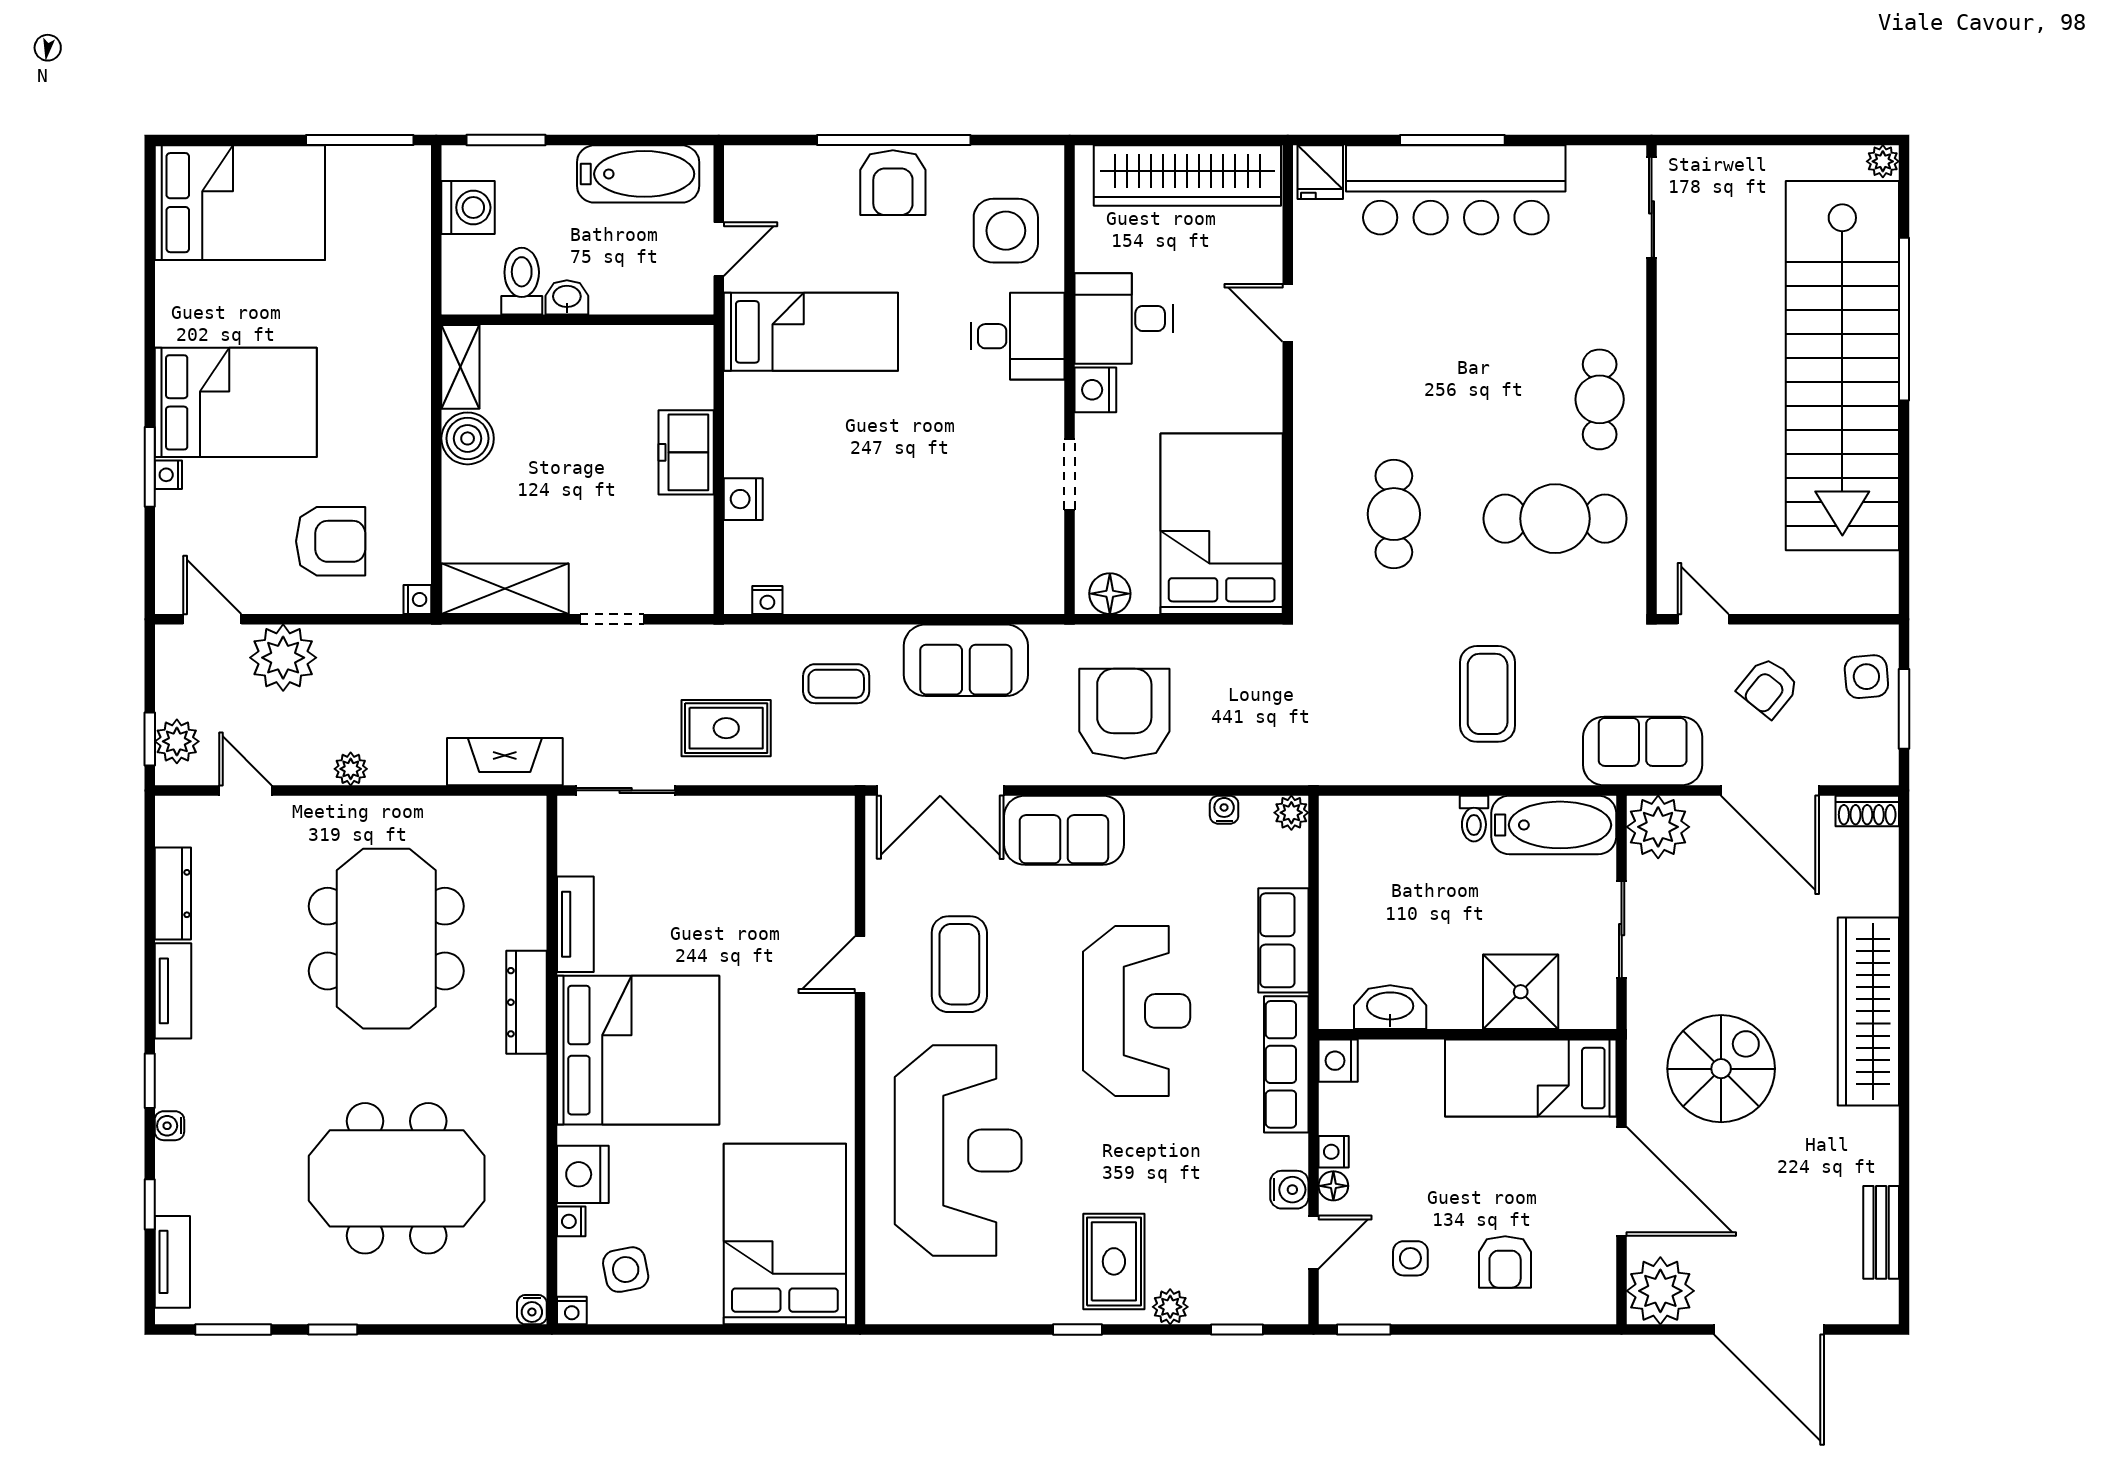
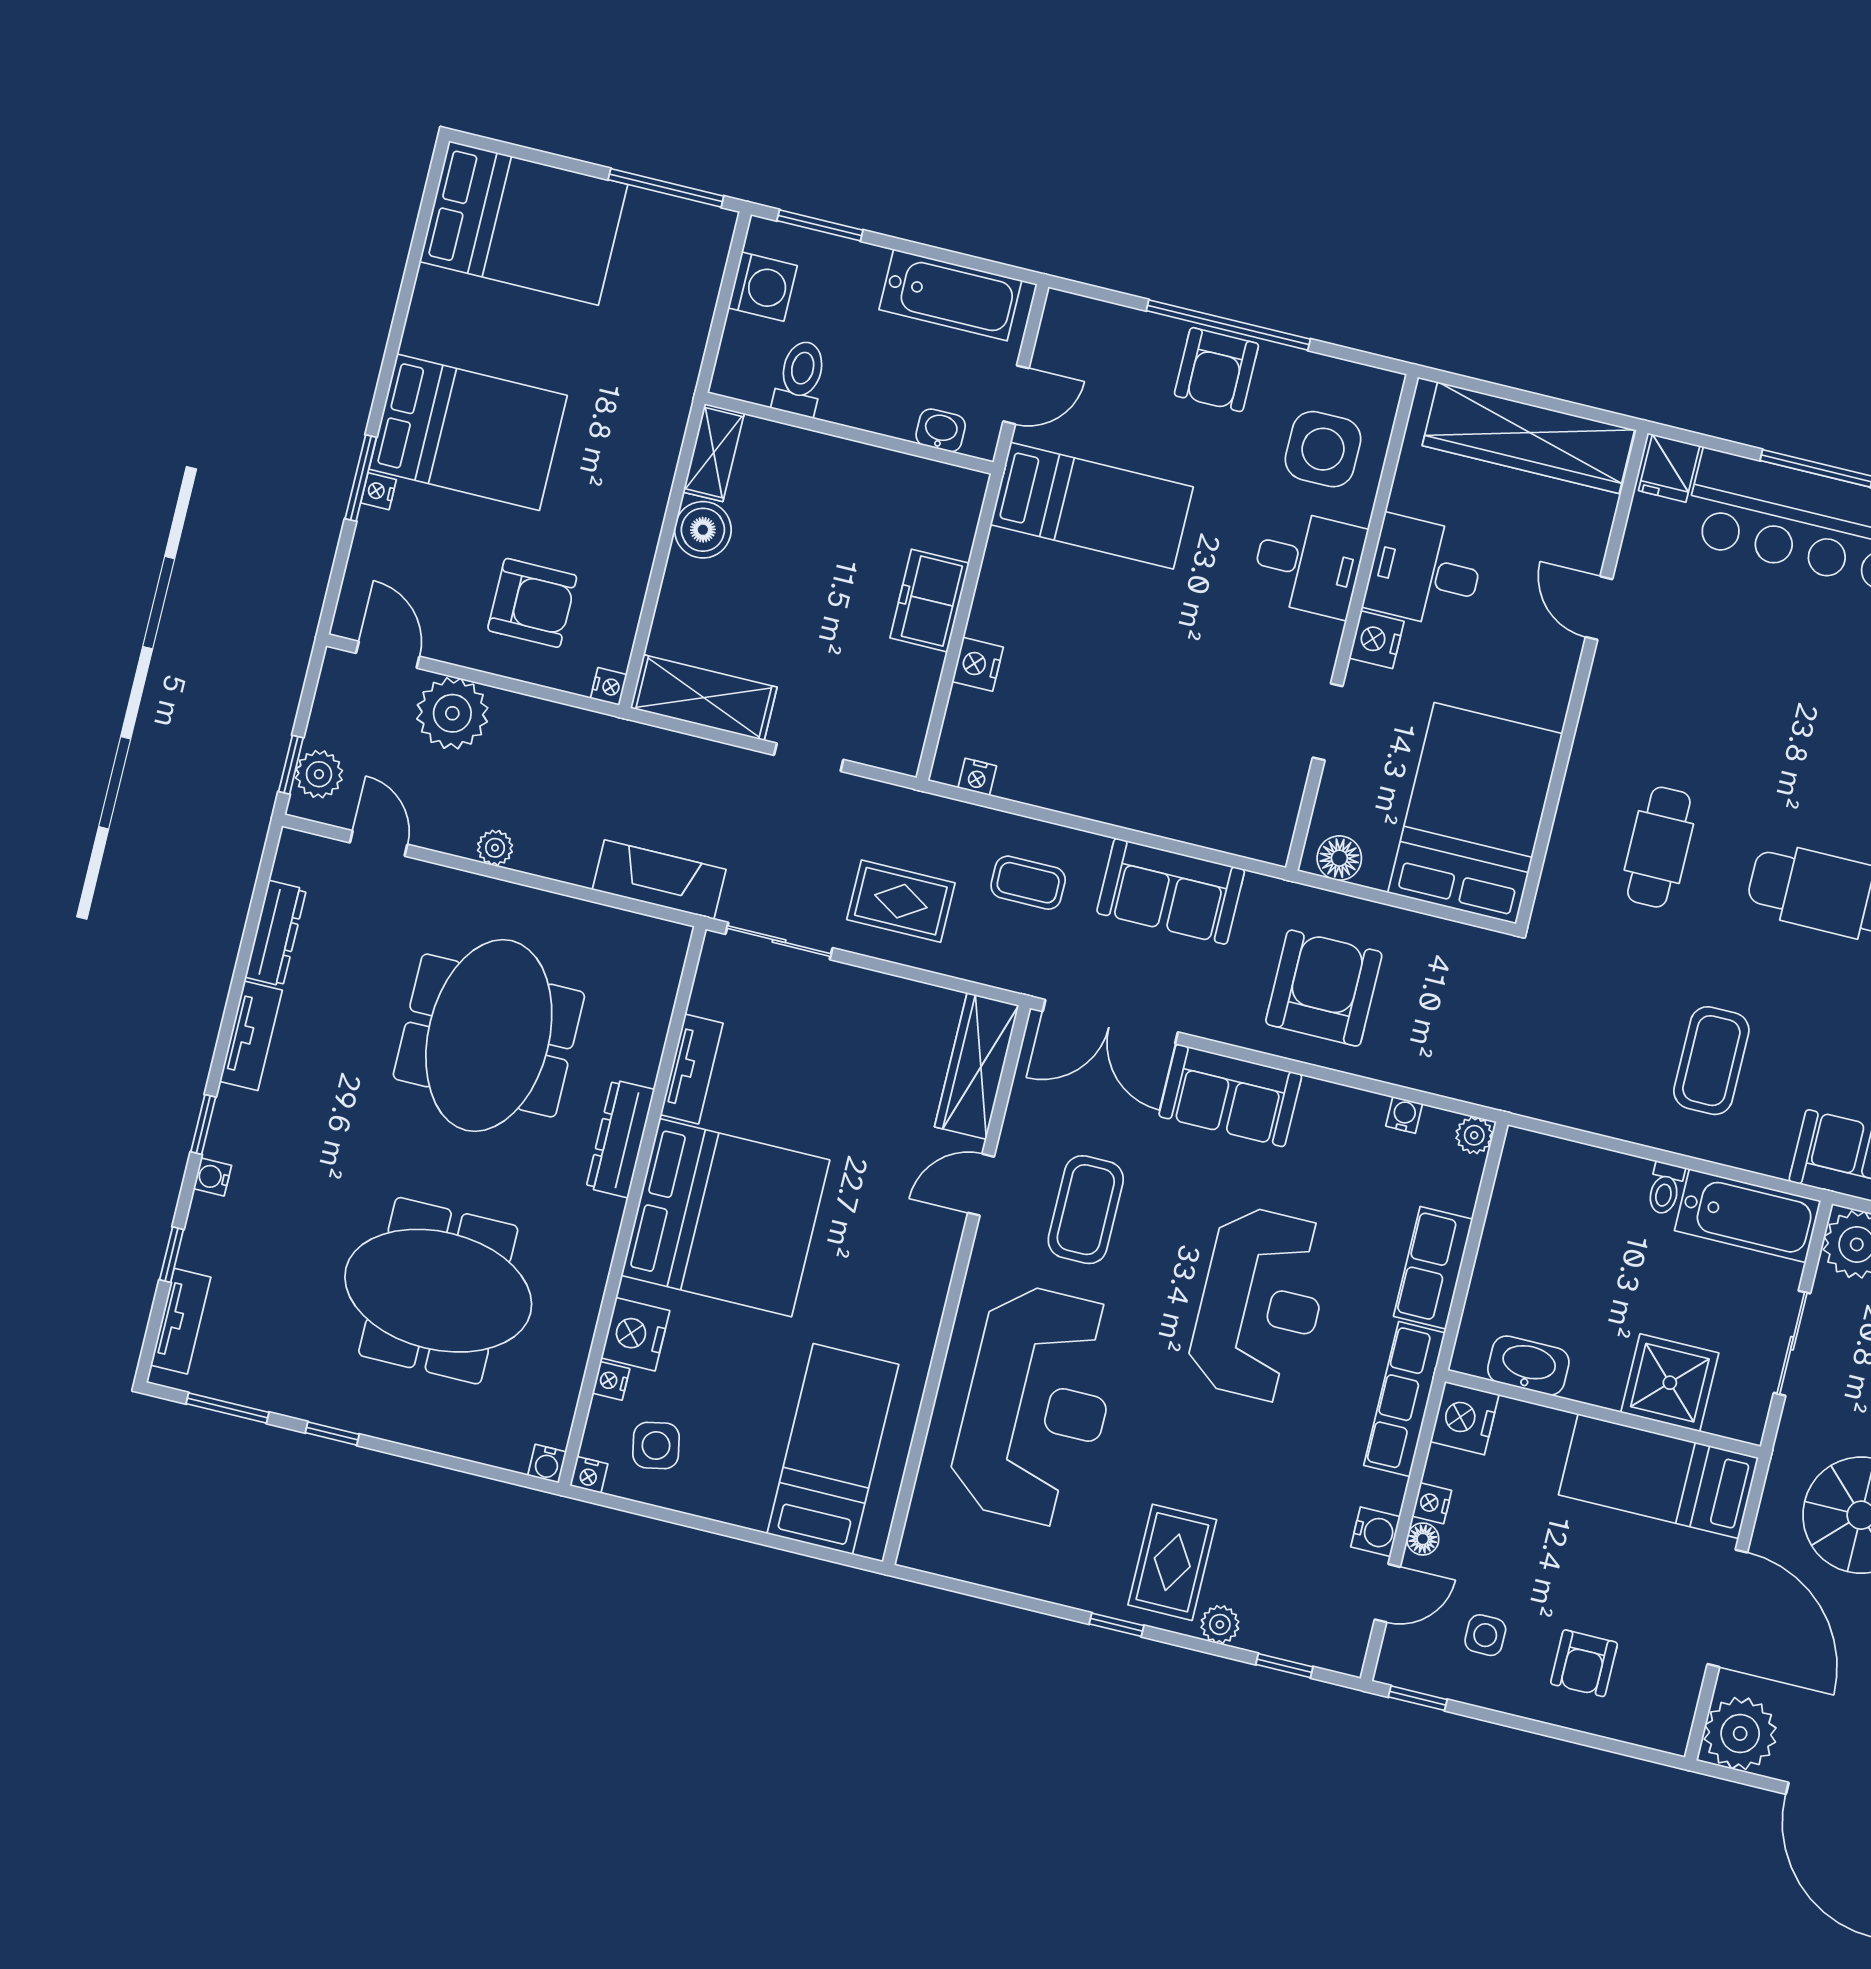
washbasin: (567, 297) -> (941, 430), moved
wardrobe: (830, 859) -> (977, 1066), added
nightstand: (1338, 1061) -> (1465, 1418), width x1.36, depth x1.33
bed: (785, 1234) -> (833, 1449), width x0.67

